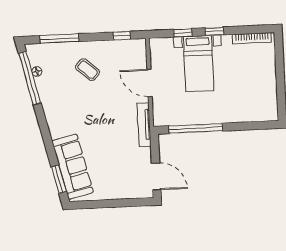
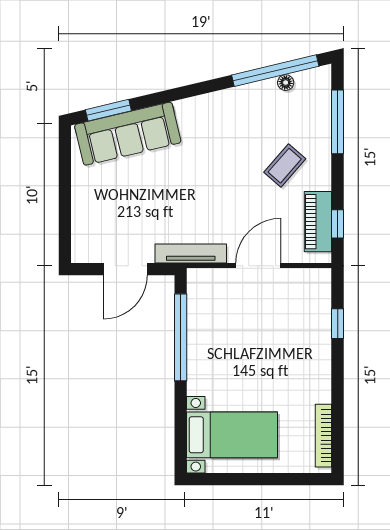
window: (214, 31) -> (338, 375), removed
piano: (121, 48) -> (318, 222), added
bed with nightstands: (199, 64) -> (232, 435), moved, turned 180
door: (156, 177) -> (125, 269), moved

